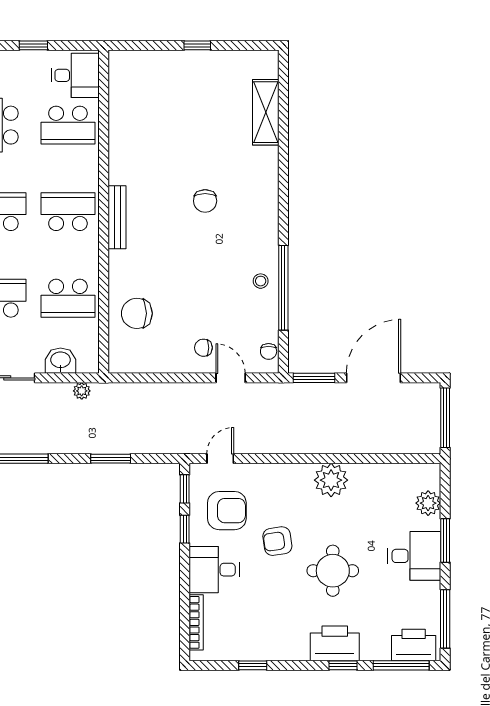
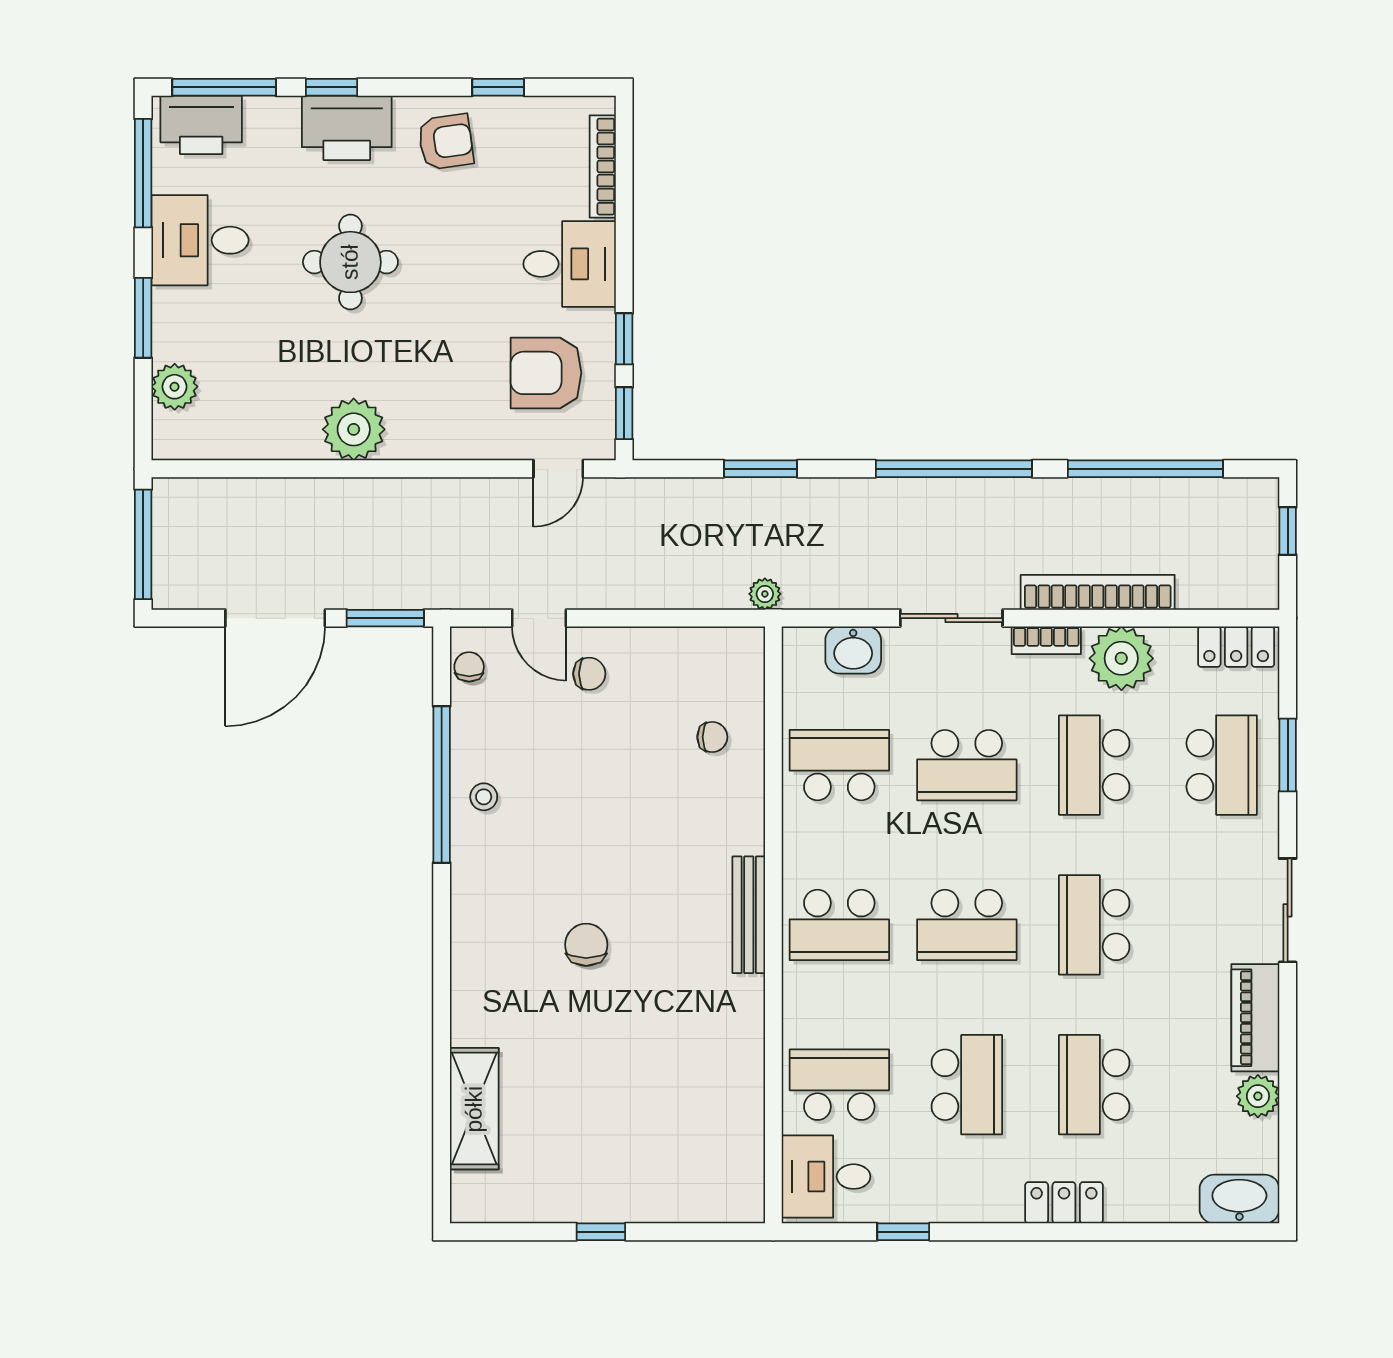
chair: (137, 313) -> (712, 737), width x0.54, depth x0.54
plant: (82, 391) -> (765, 594), moved
armchair: (277, 541) -> (446, 142), moved
desk: (414, 556) -> (200, 240), moved

